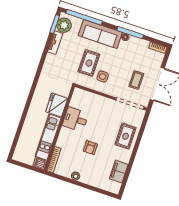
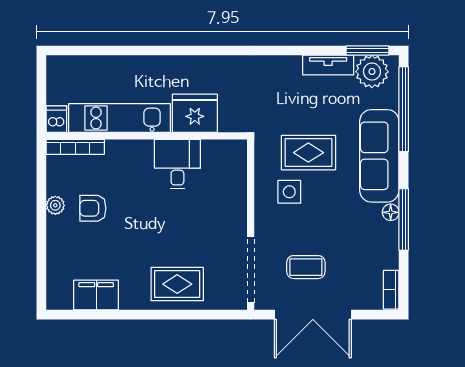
armchair: (90, 148) -> (93, 208), moved

